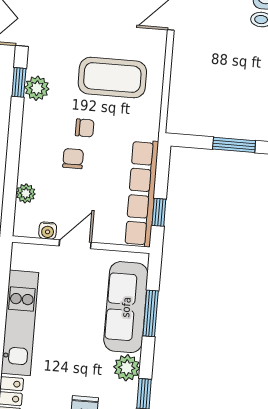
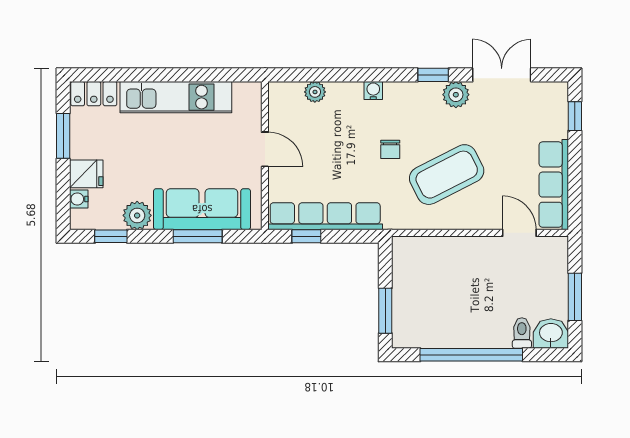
coffee table: (112, 78) -> (447, 175), turned 63
plant: (37, 88) -> (456, 95), moved
chair: (73, 159) -> (356, 140), removed
water cooler: (48, 231) -> (373, 91), moved, turned 90

